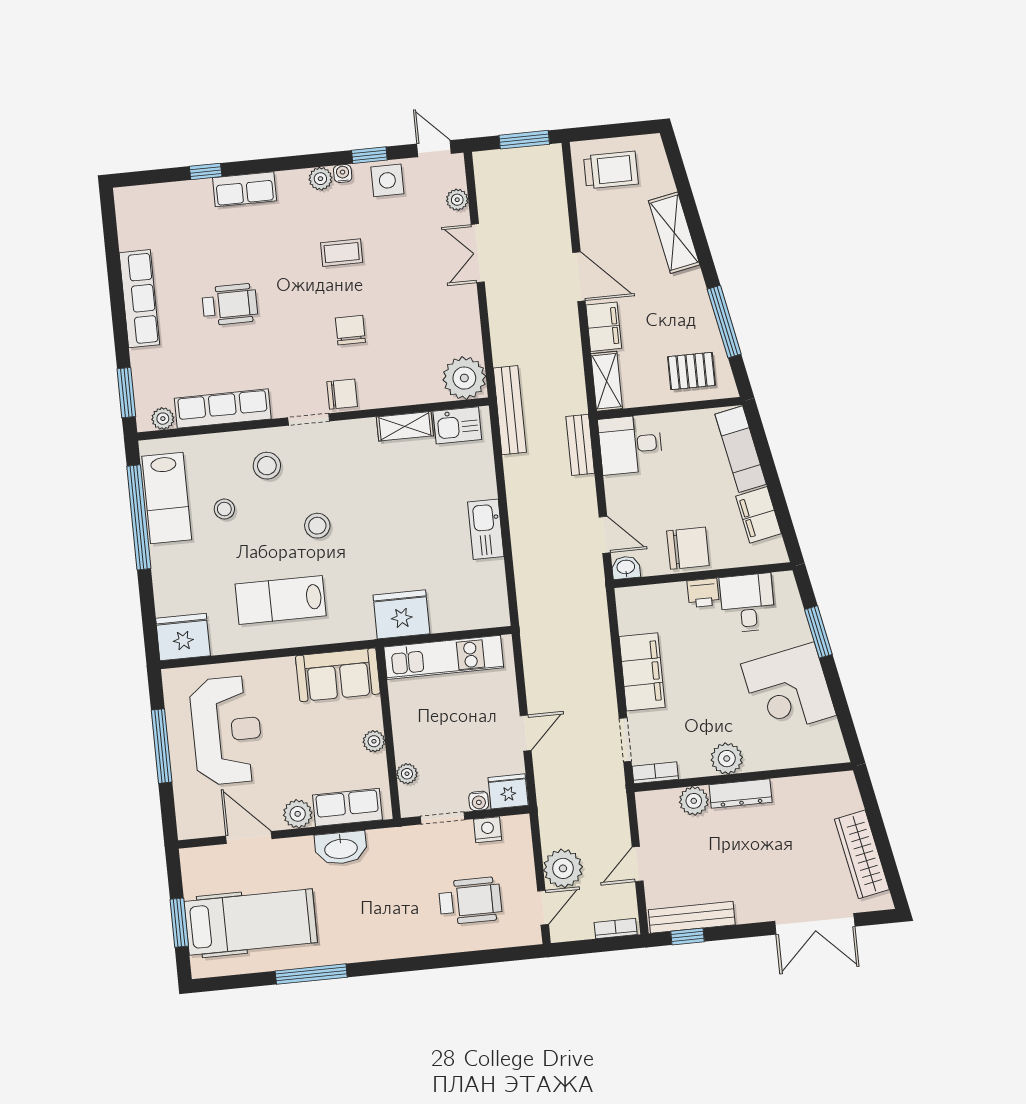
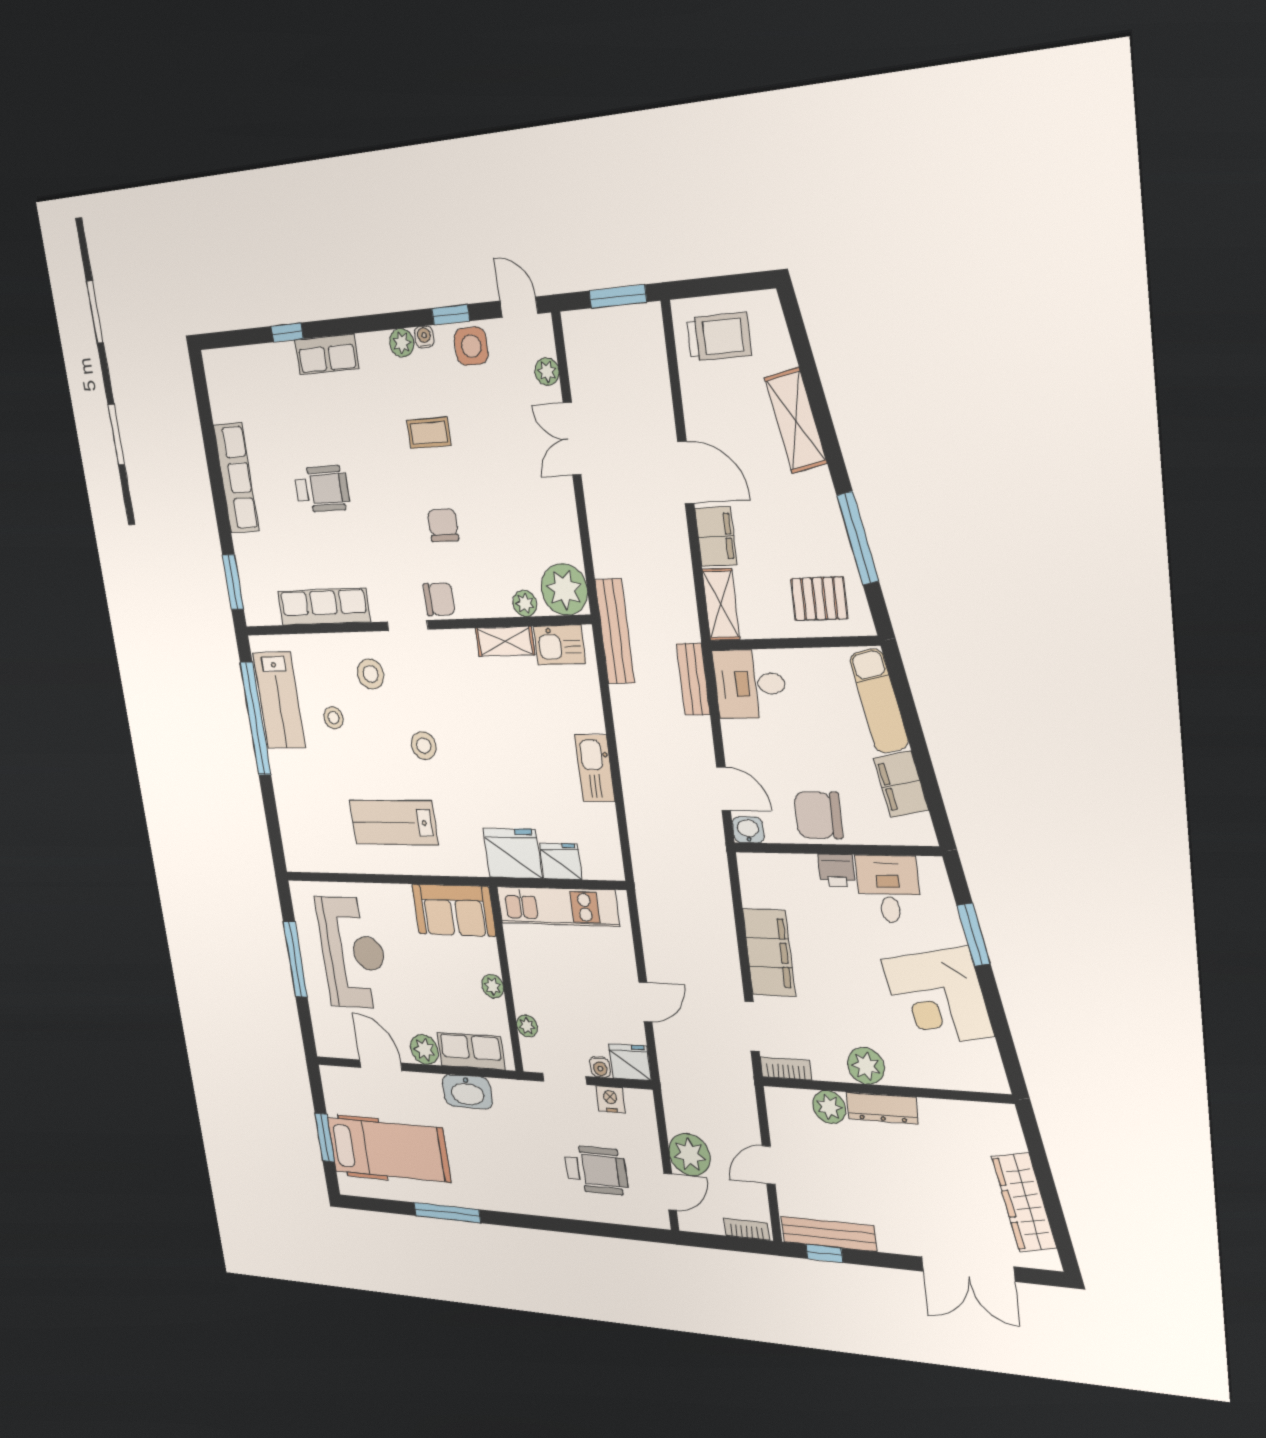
plant: (163, 419) -> (525, 603), moved
chair: (688, 548) -> (818, 815), turned 180
fridge: (183, 637) -> (561, 861), moved, width x0.73, depth x0.75

